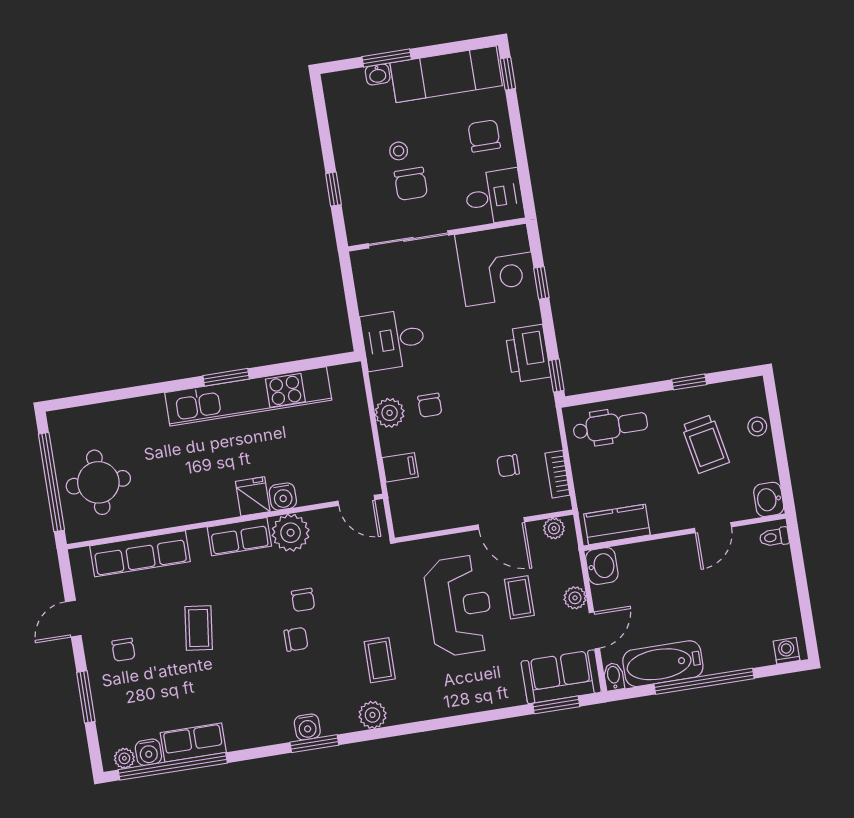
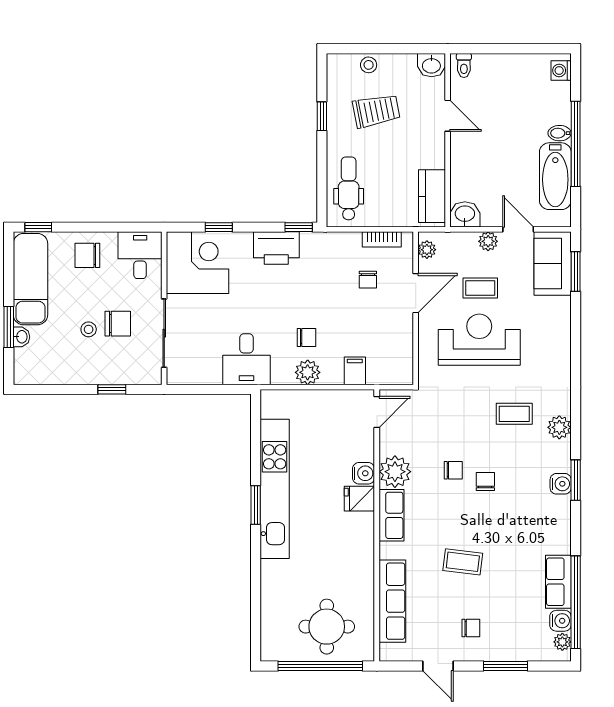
bidet: (614, 677) -> (560, 133), moved

